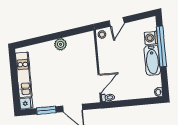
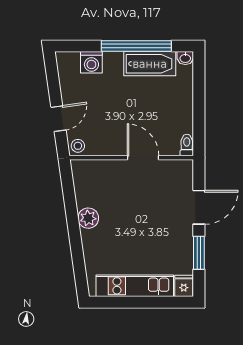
door: (117, 22) -> (58, 119), hinge flipped
window: (161, 46) -> (136, 46), moved
bathtub: (152, 60) -> (150, 64), moved
door: (99, 84) -> (143, 158), moved

